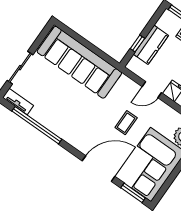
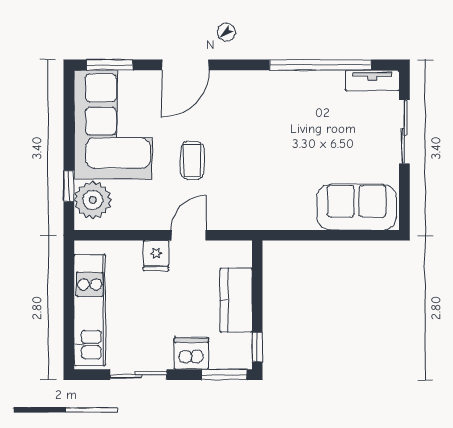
window: (137, 43) -> (257, 347), moved
sofa: (79, 62) -> (357, 207), width x0.54, depth x0.79
door: (99, 169) -> (185, 65), width x0.73

